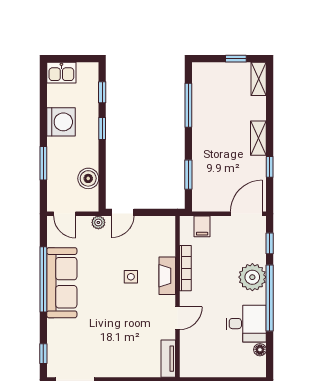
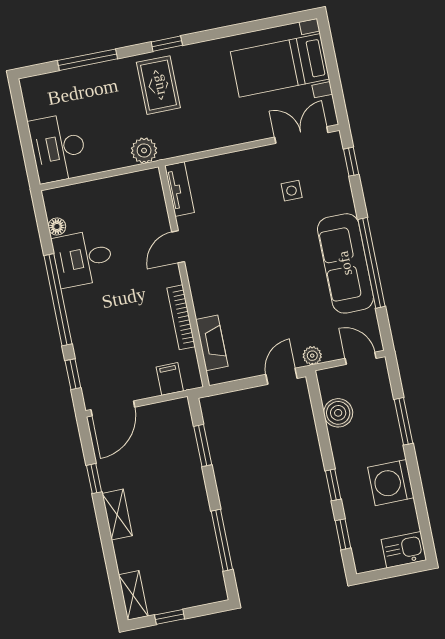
fireplace: (167, 276) -> (212, 343), moved
side table: (131, 277) -> (292, 191), moved
plant: (252, 277) -> (87, 323), removed

